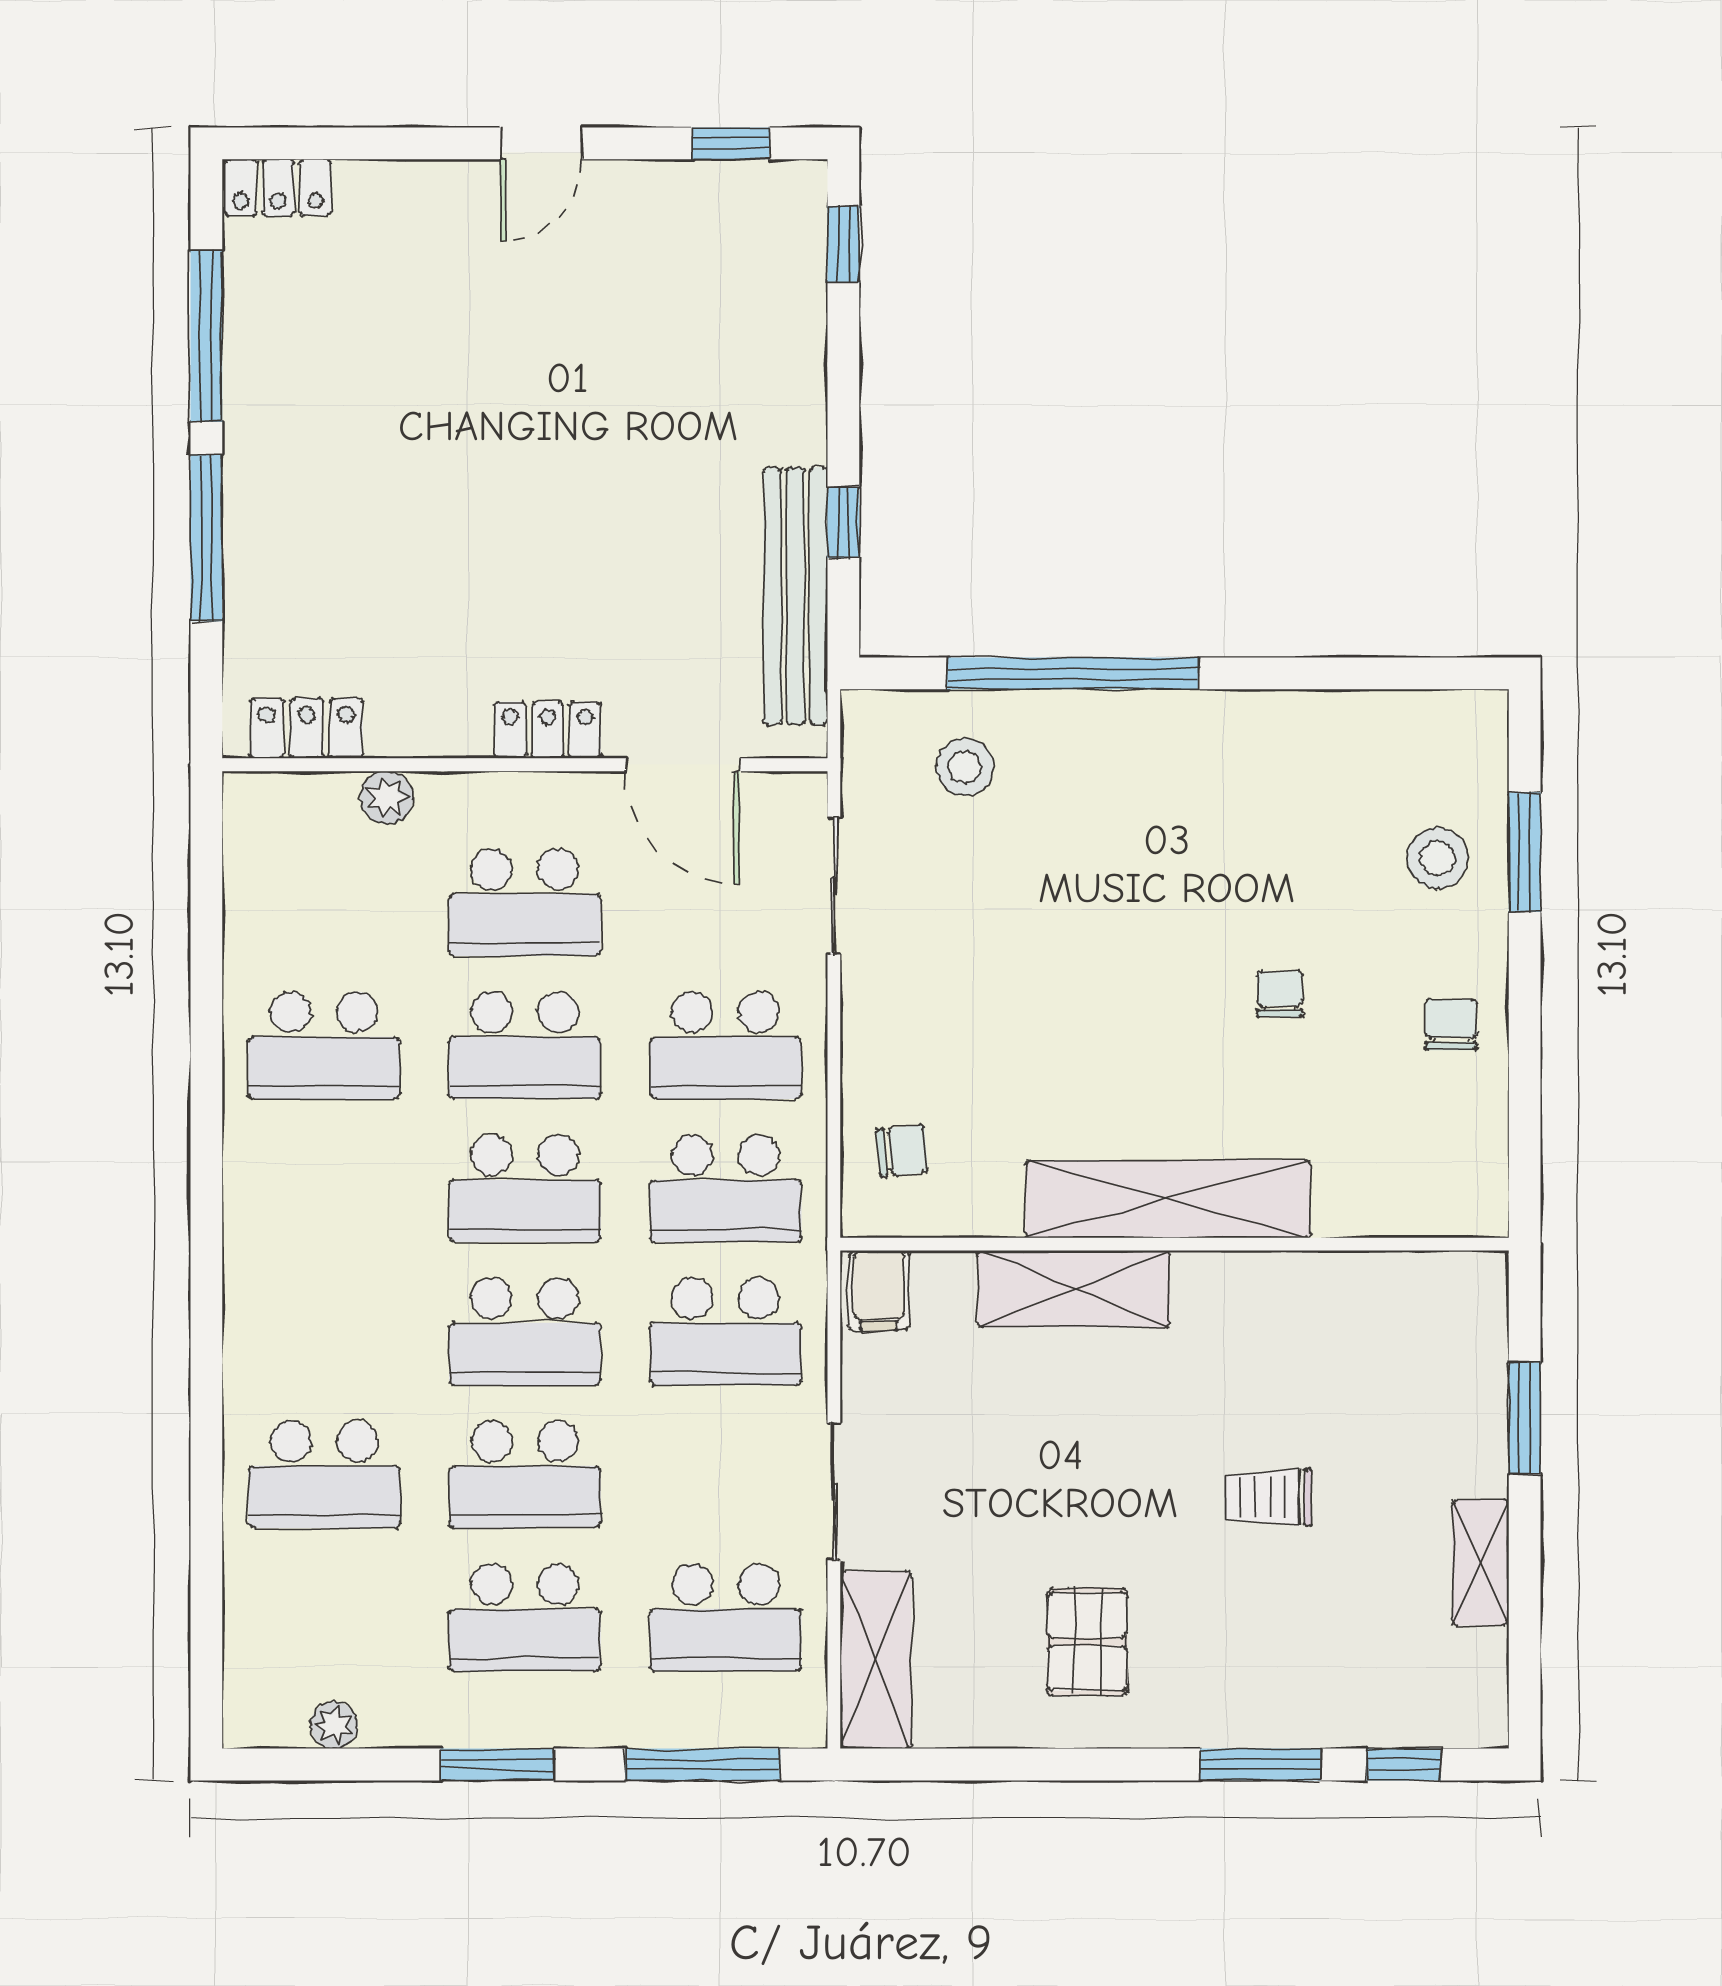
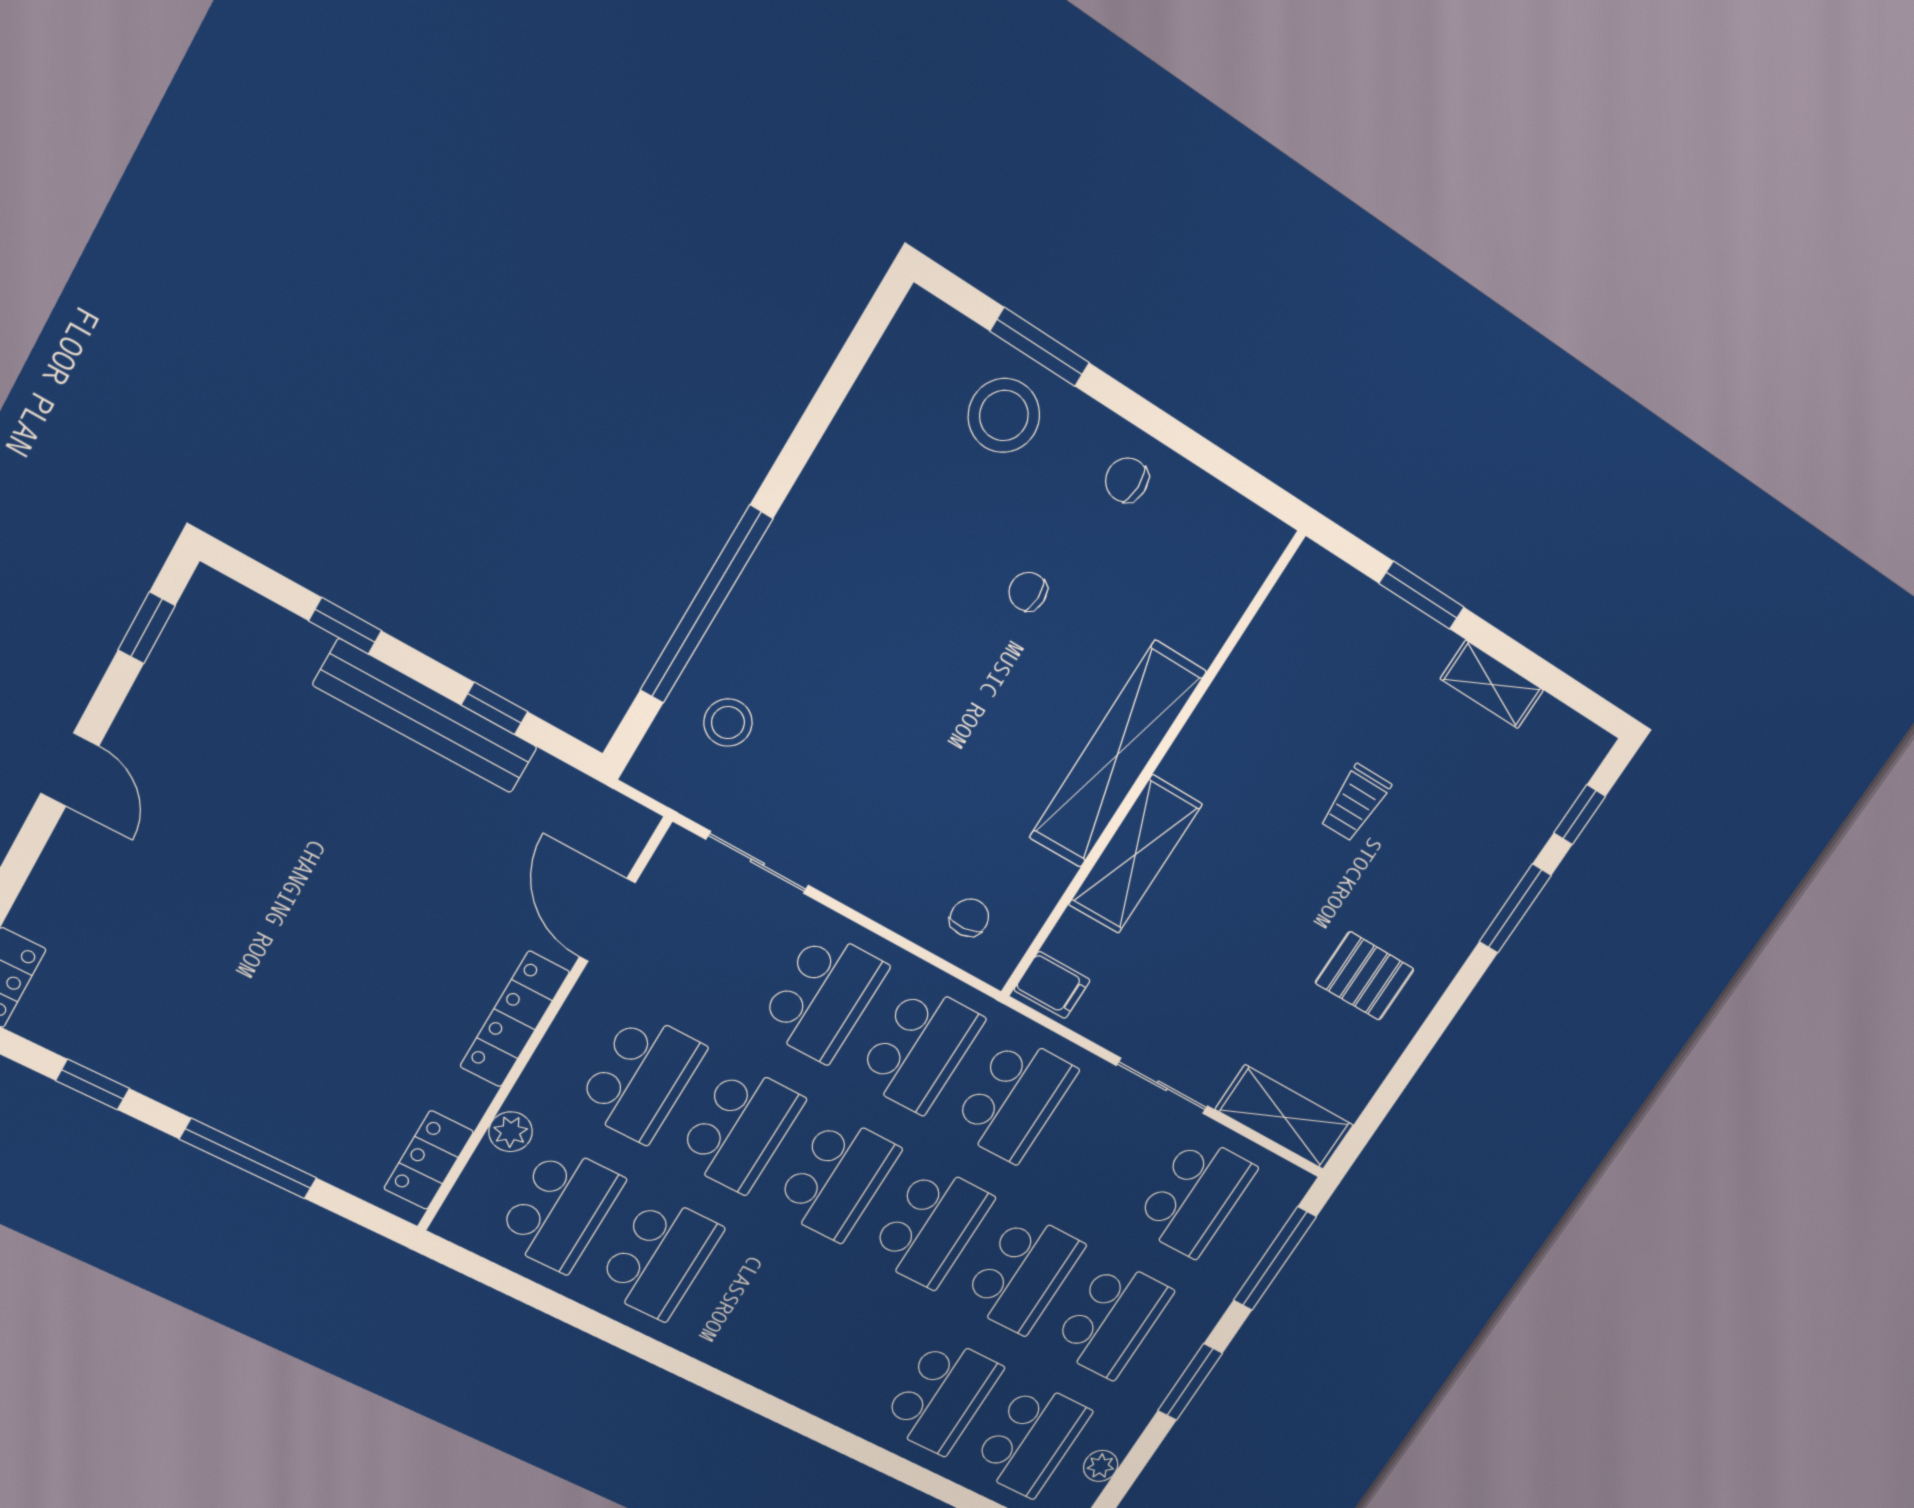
window: (843, 244) -> (345, 626), moved
window: (206, 336) -> (93, 1085), width x0.46
bench: (796, 596) -> (426, 716), moved
locker: (548, 730) -> (515, 1019), width x1.53
door: (683, 765) -> (607, 920), swing flipped
stool: (1438, 858) -> (1004, 416), width x1.38, depth x1.38
school desk: (324, 902) -> (560, 1209), added
school desk: (324, 1618) -> (1031, 1440), added

